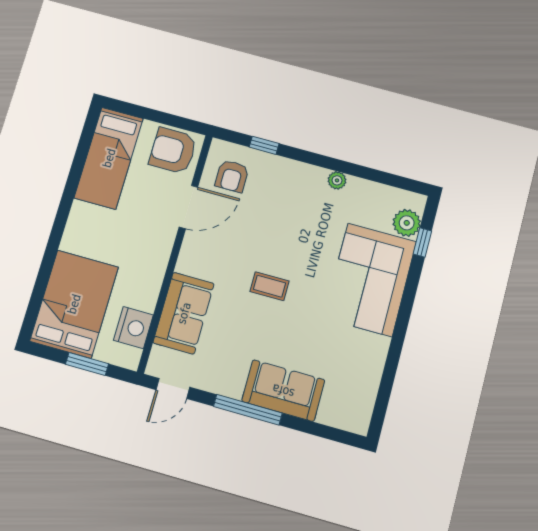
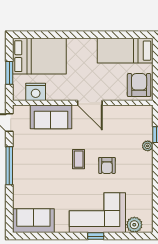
armchair: (232, 176) -> (107, 165), moved, turned -90
plant: (337, 180) -> (148, 146), moved
door: (188, 207) -> (90, 103), moved
window: (422, 243) -> (96, 236), moved
sofa: (283, 391) -> (33, 221), moved, turned -90

